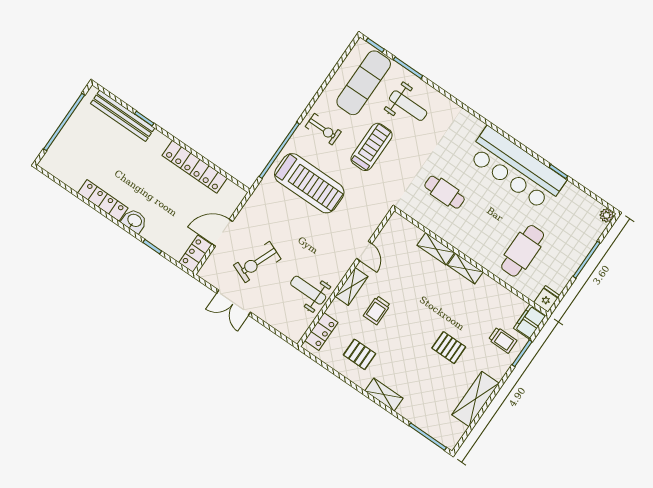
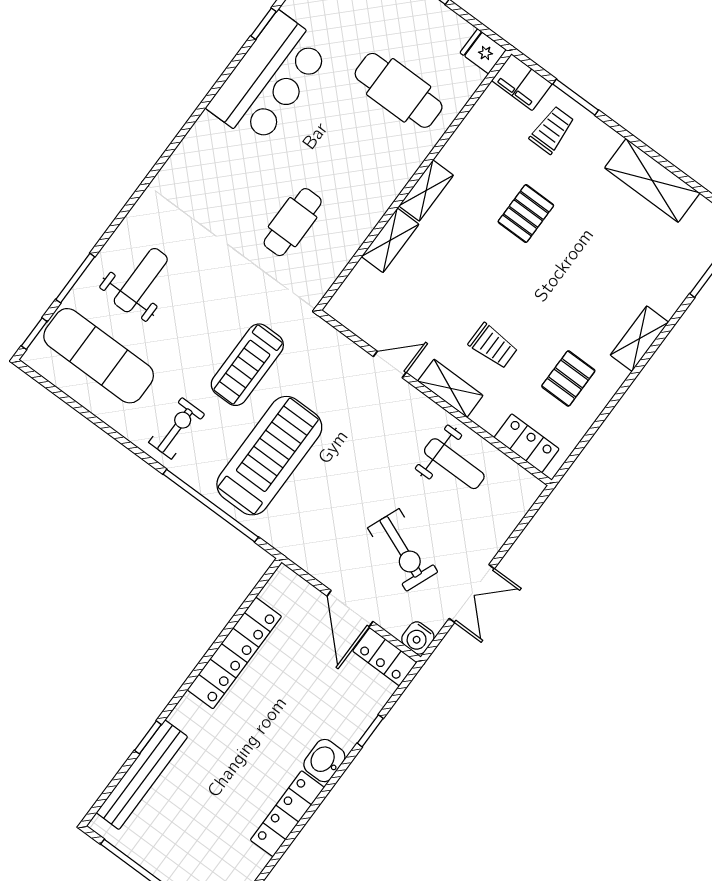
treadmill: (372, 147) -> (247, 365), moved, turned -90
bar counter: (516, 168) -> (269, 79), width x0.73
water cooler: (207, 272) -> (418, 638), added
weight bench: (308, 290) -> (454, 464), turned -90
pallet: (449, 348) -> (526, 214), moved

